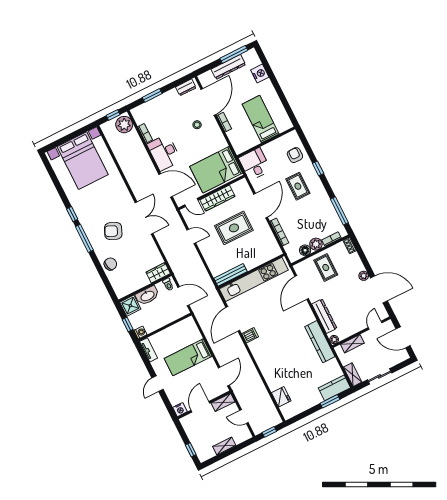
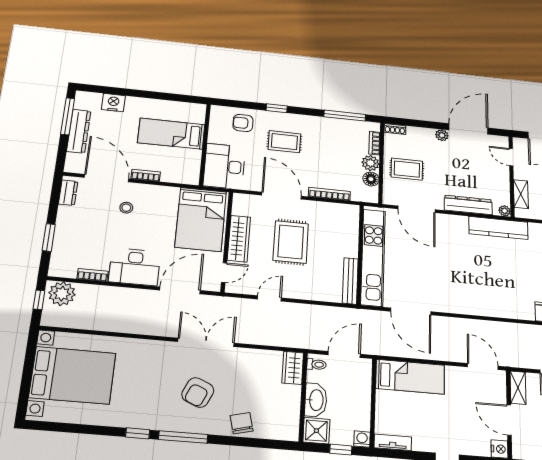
desk: (255, 164) -> (224, 166), width x1.37
dishwasher: (250, 335) -> (445, 303), removed
bed: (188, 357) -> (410, 377), moved, turned -90

